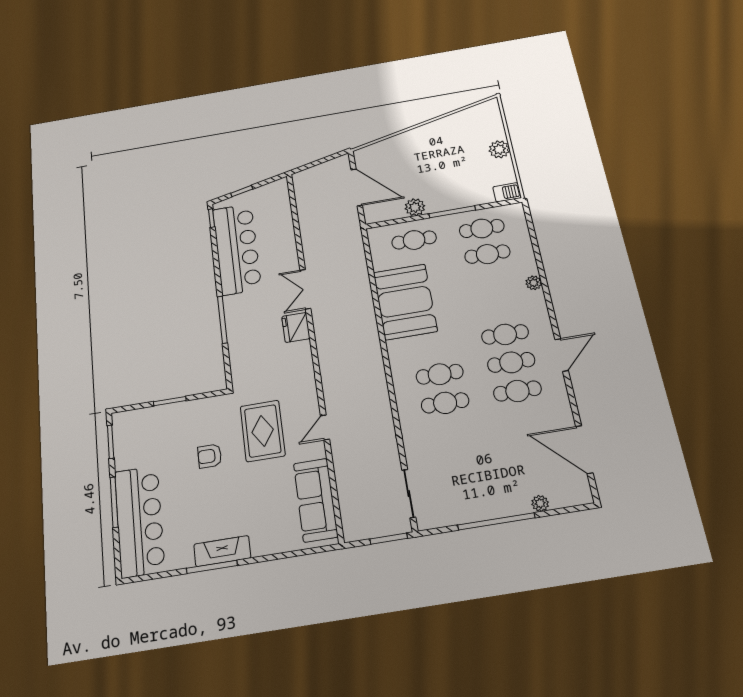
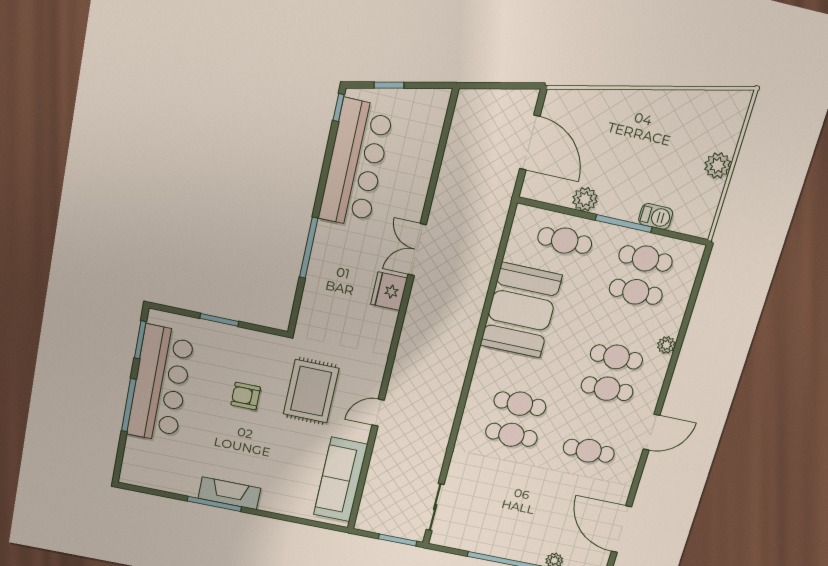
barbecue: (507, 192) -> (656, 216), moved
cafe table: (511, 362) -> (616, 357), moved
bar counter: (139, 521) -> (160, 384), moved

